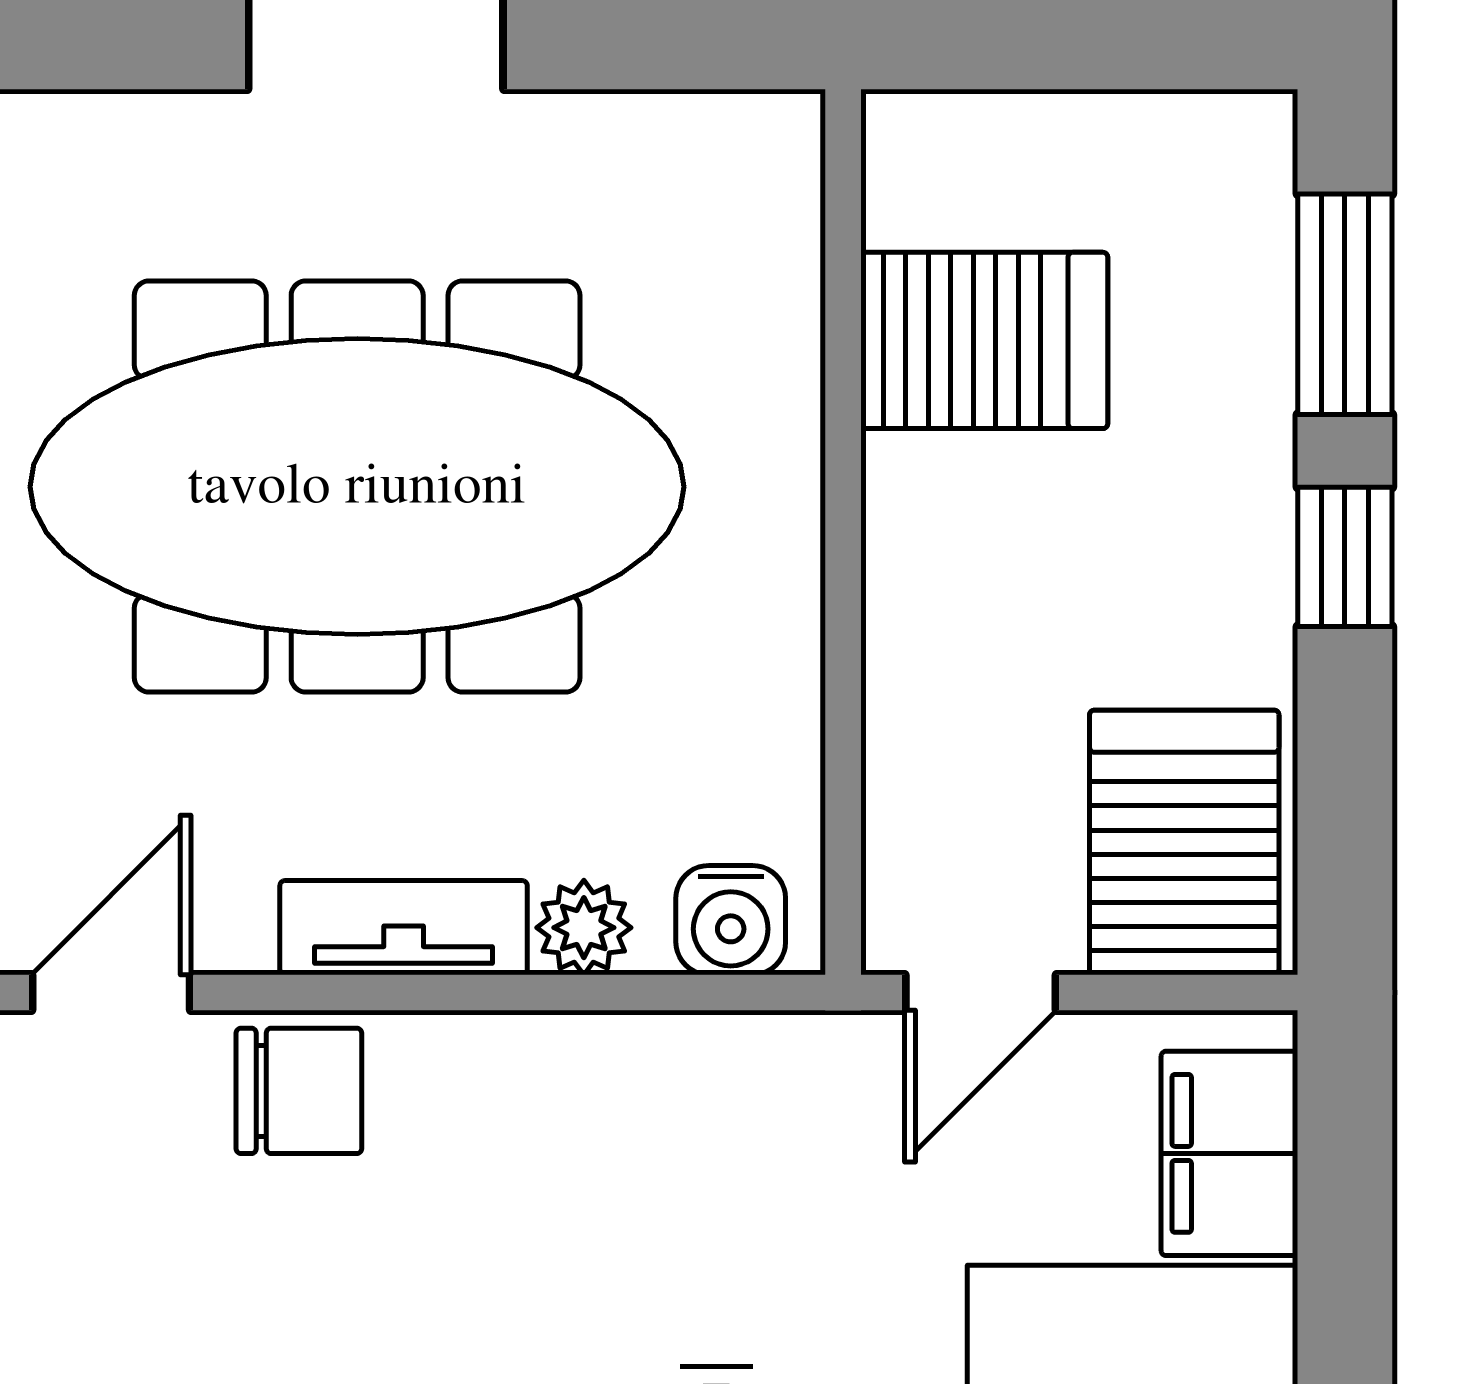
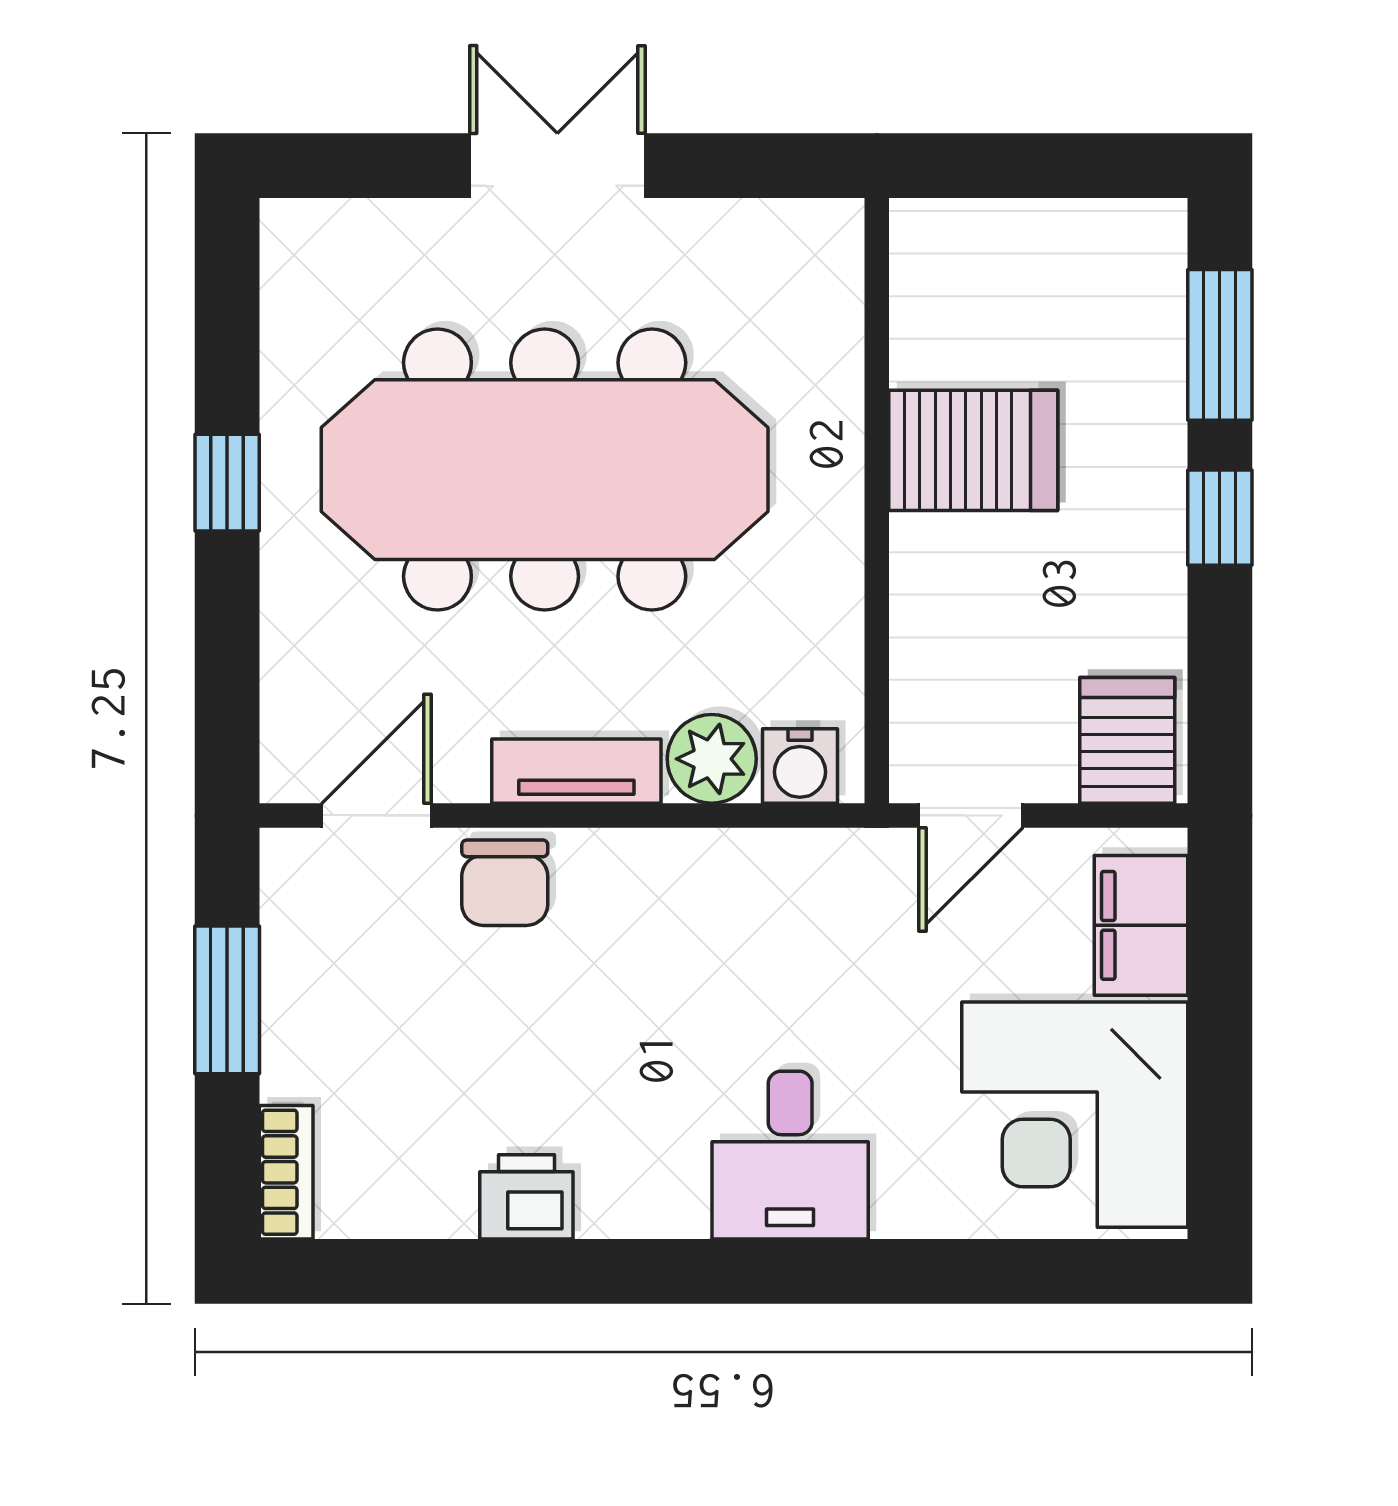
server rack: (984, 340) -> (973, 450), moved
server rack: (1184, 842) -> (1127, 740), width x0.73, depth x0.70
plant: (584, 928) -> (712, 759), width x1.38, depth x1.38
chair: (299, 1091) -> (505, 883), turned 90

